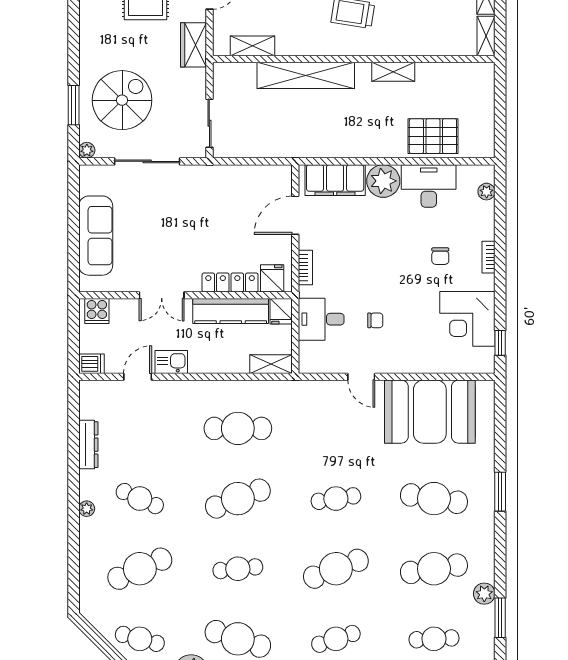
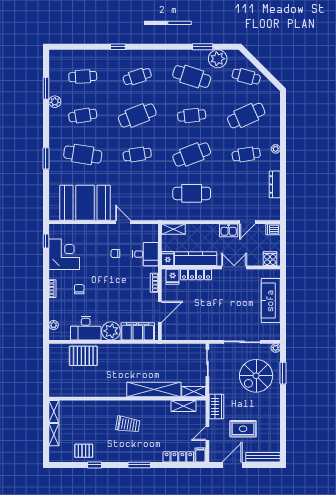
shelving: (393, 72) -> (194, 392), moved
cafe table: (140, 499) -> (246, 154), turned -33
cafe table: (434, 569) -> (83, 116), width x0.73, depth x0.74

